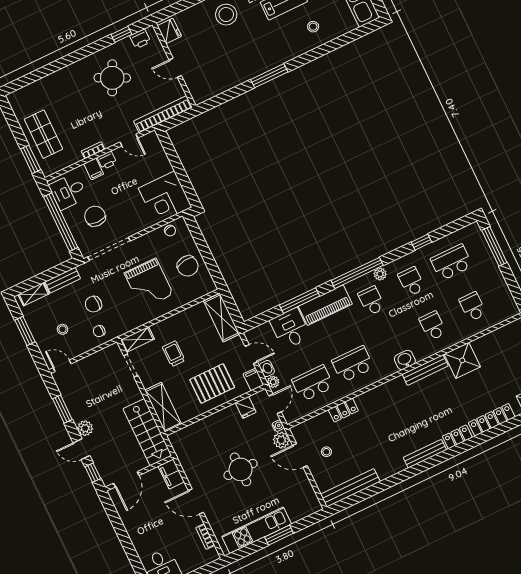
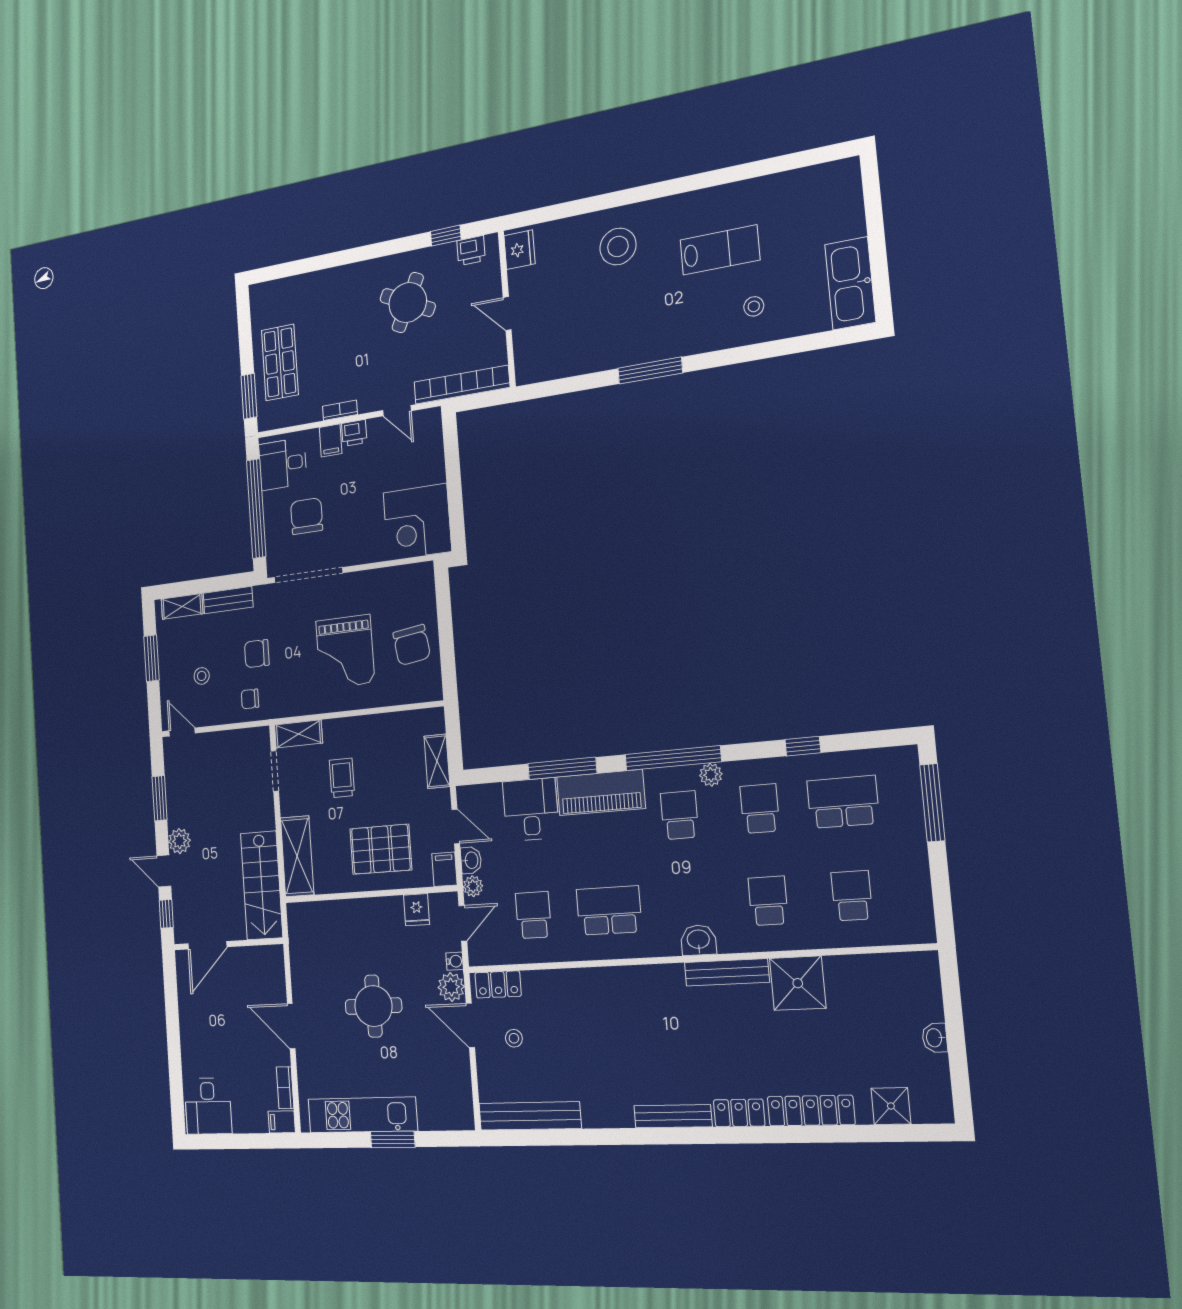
chair: (170, 231) -> (406, 578), removed
shelving: (222, 318) -> (437, 761), width x0.67, depth x0.75
school desk: (313, 383) -> (533, 915), width x0.54
locker: (343, 410) -> (498, 984), moved
filing cabinet: (171, 474) -> (282, 1122), moved, width x0.50

